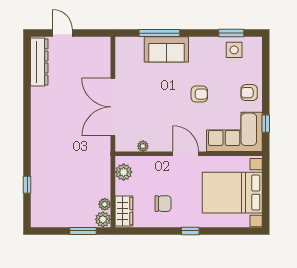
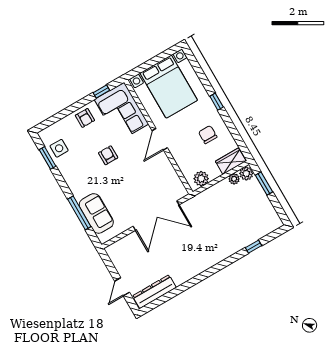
sofa: (166, 49) -> (96, 213), moved
plant: (143, 146) -> (173, 175), removed

